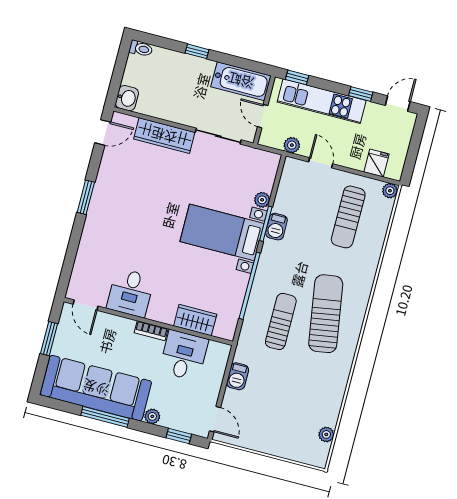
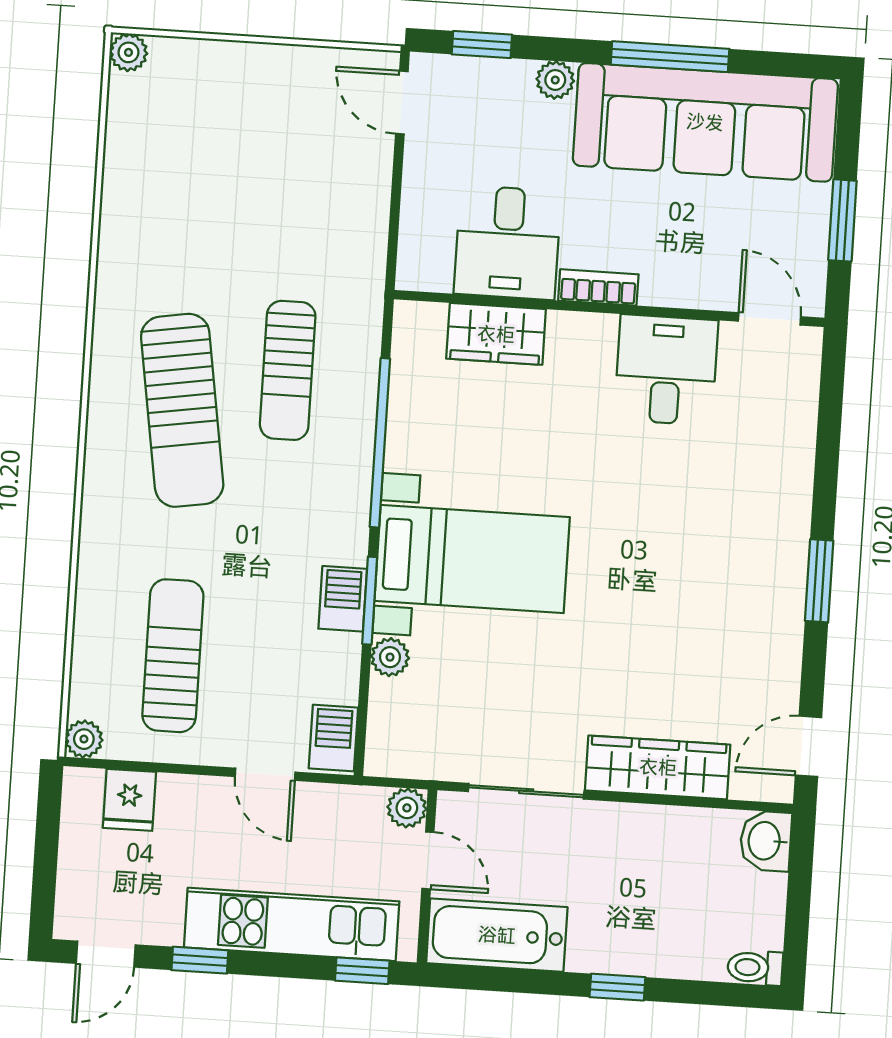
plant: (292, 145) -> (407, 808), moved
barbecue: (238, 376) -> (333, 738), moved
plant: (326, 434) -> (128, 52), moved

